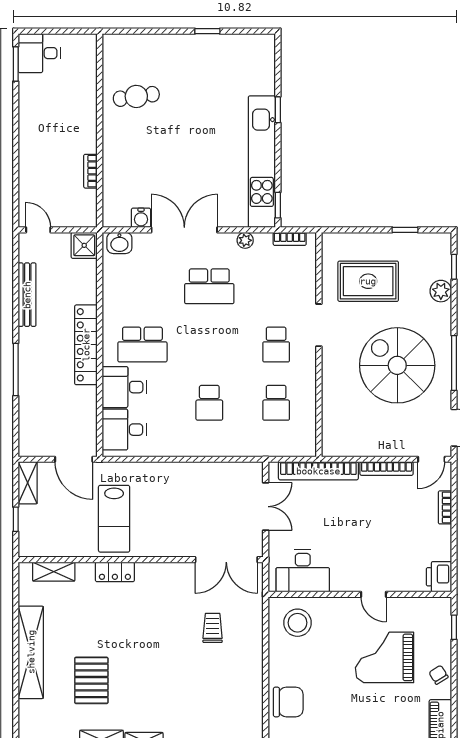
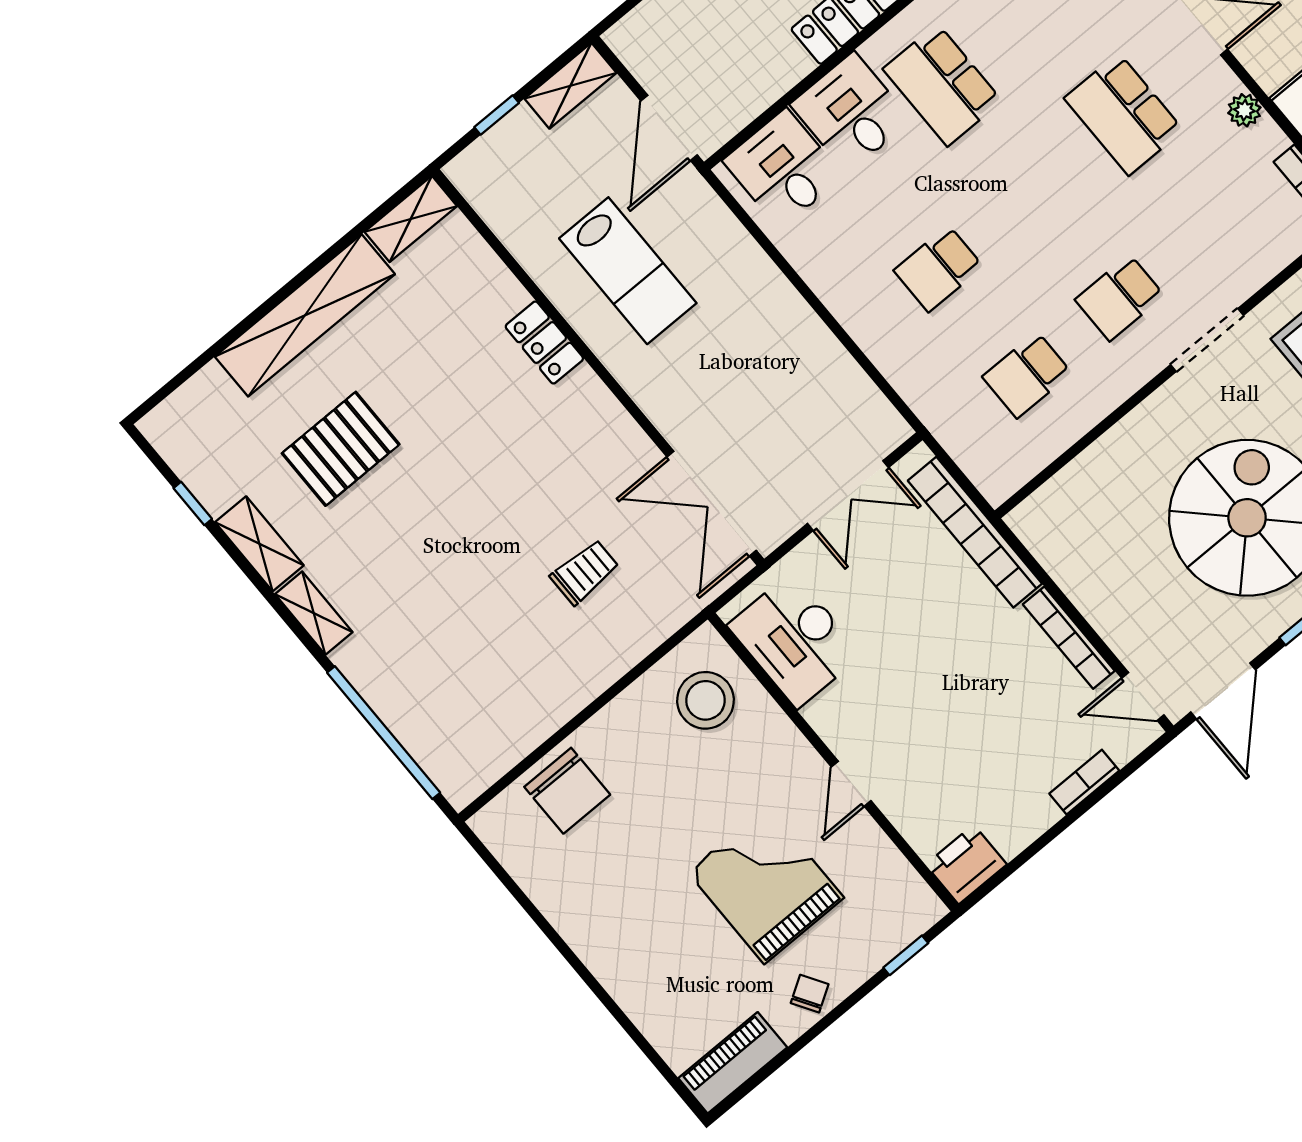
lab bench: (114, 519) -> (628, 271), turned -90
shelving: (54, 572) -> (411, 219), moved, turned 90

